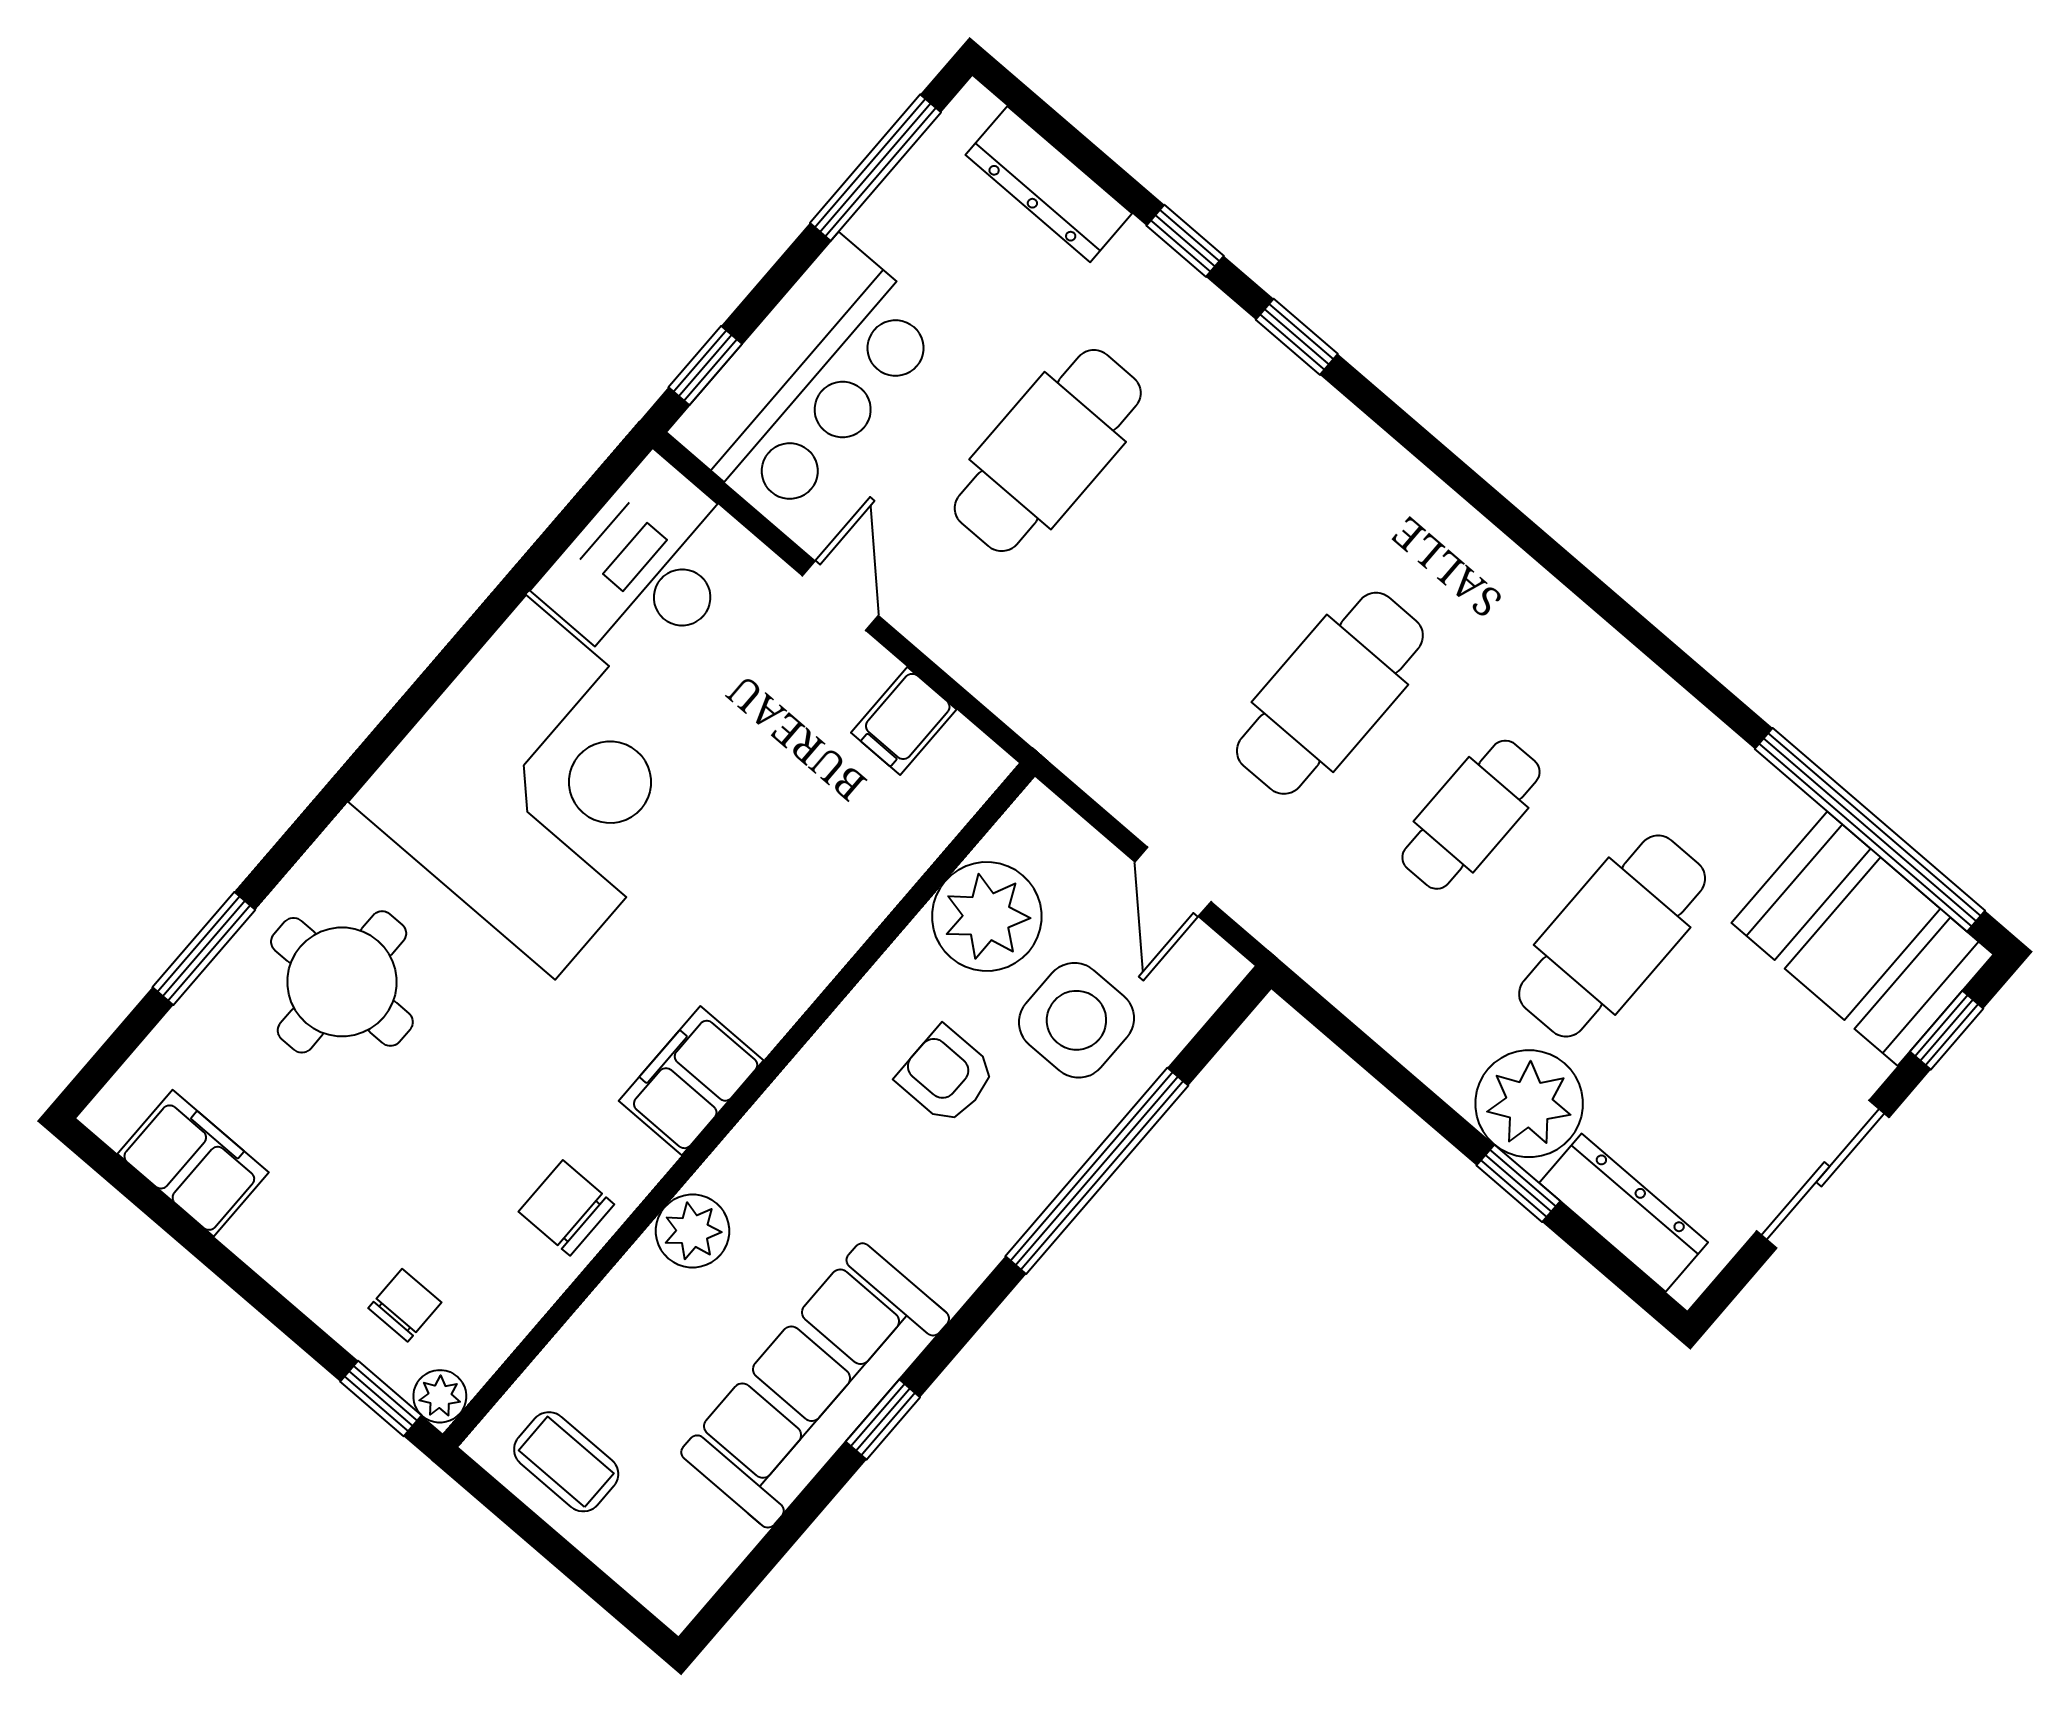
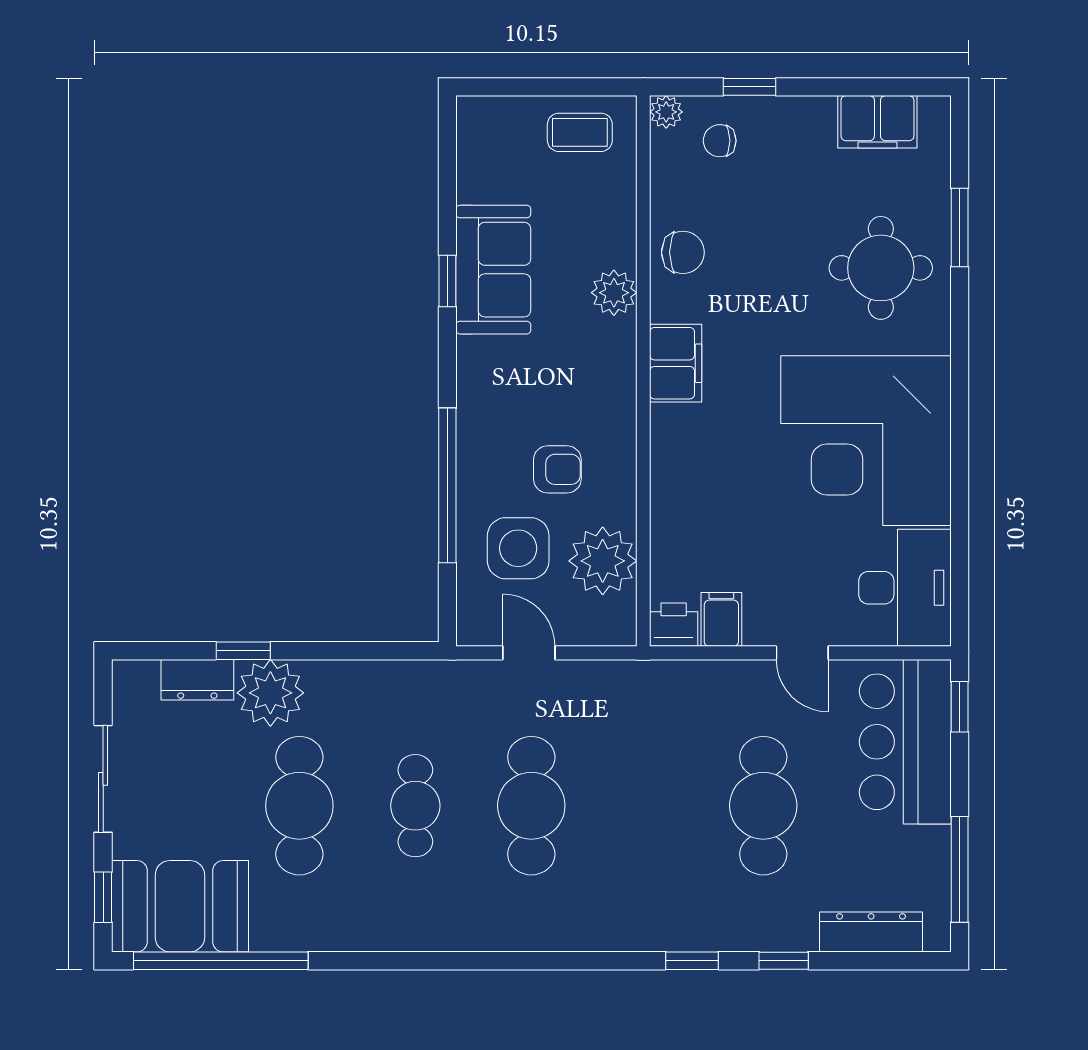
printer: (967, 765) -> (674, 625), added
dresser: (1624, 1213) -> (197, 680), width x0.70
chair: (405, 1305) -> (720, 141), turned 90
sofa: (815, 1385) -> (493, 270), width x0.73
window: (381, 1399) -> (750, 87), moved

